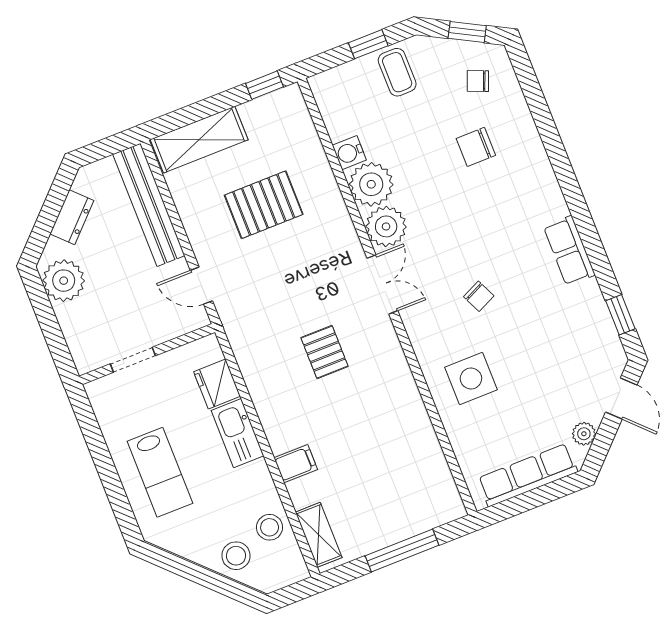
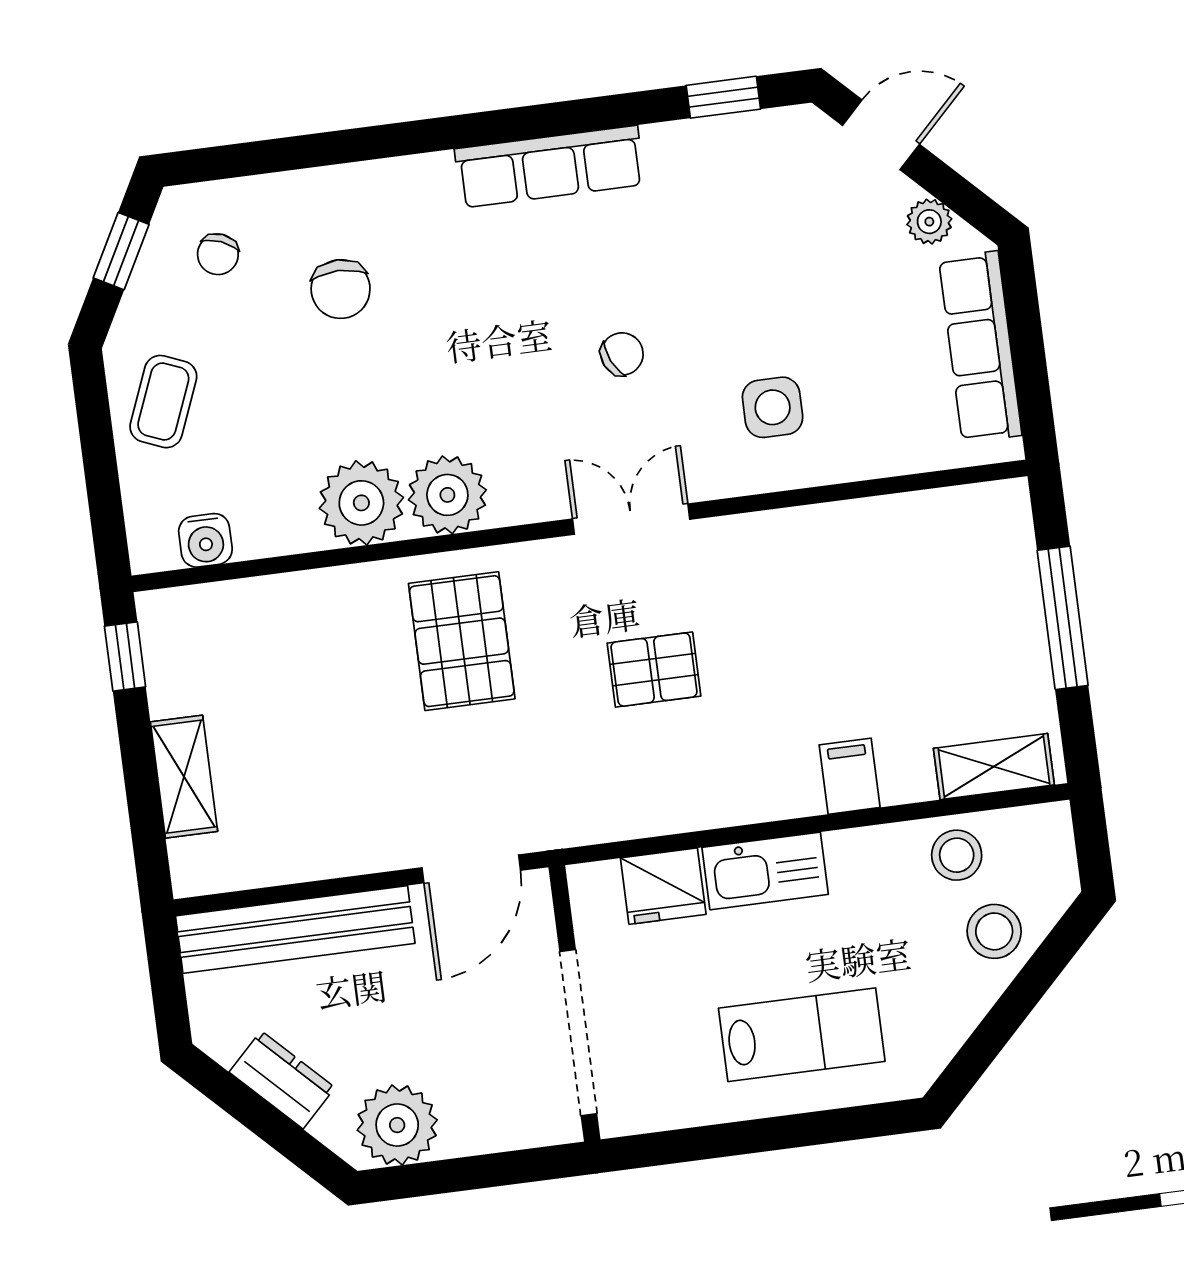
window: (368, 44) -> (97, 442), removed
coffee table: (397, 72) -> (163, 402), turned -68
shelving: (199, 140) -> (184, 777), width x0.67, depth x0.75
water cooler: (349, 153) -> (205, 540), moved
pallet: (264, 205) -> (462, 641), moved
row of seats: (569, 251) -> (550, 167), width x1.48
double door: (382, 284) -> (631, 519), moved
door: (201, 286) -> (471, 869), width x1.38
doorway: (133, 360) -> (578, 1033), width x1.88
side table: (471, 378) -> (773, 407), width x0.73, depth x0.73

